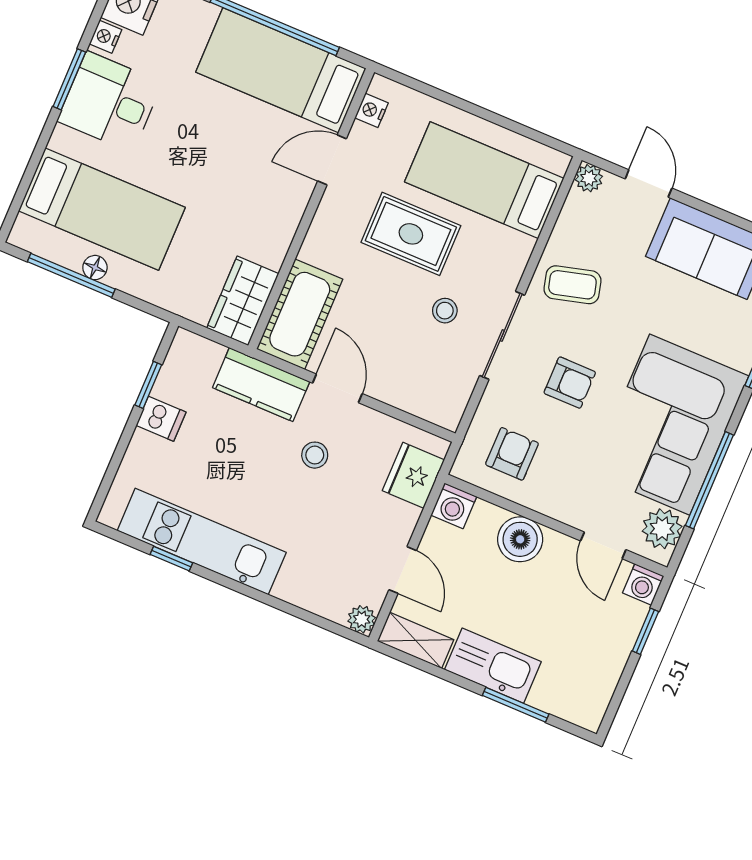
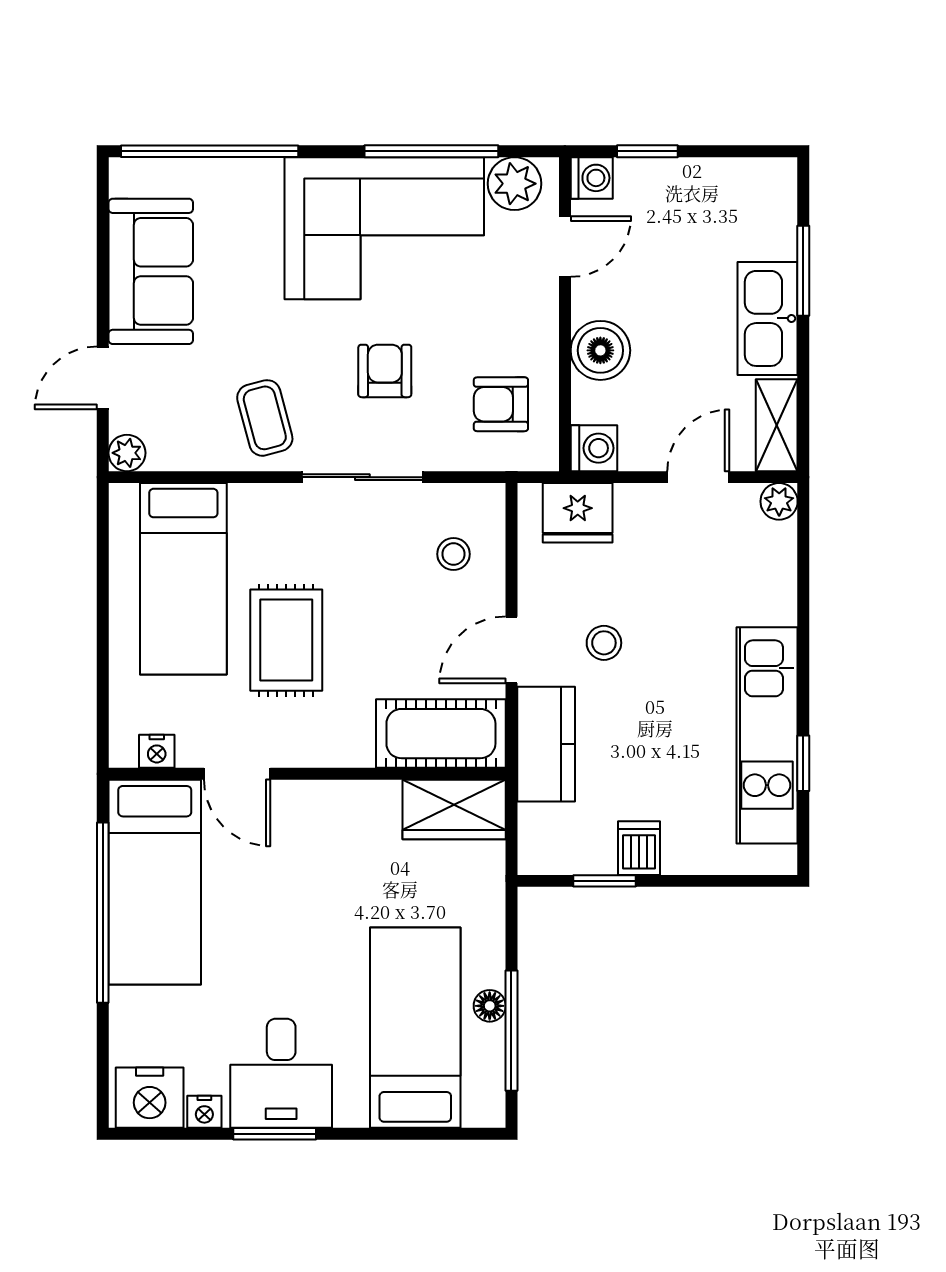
stool: (445, 311) -> (453, 554), moved

